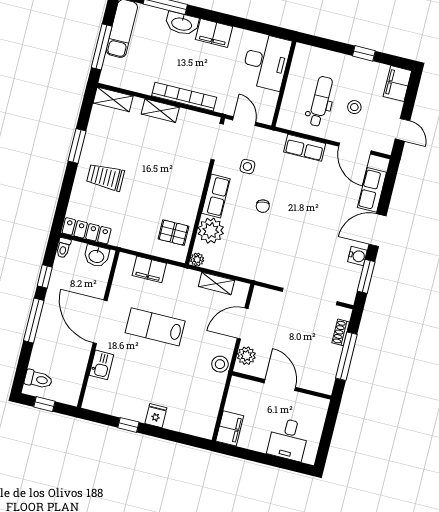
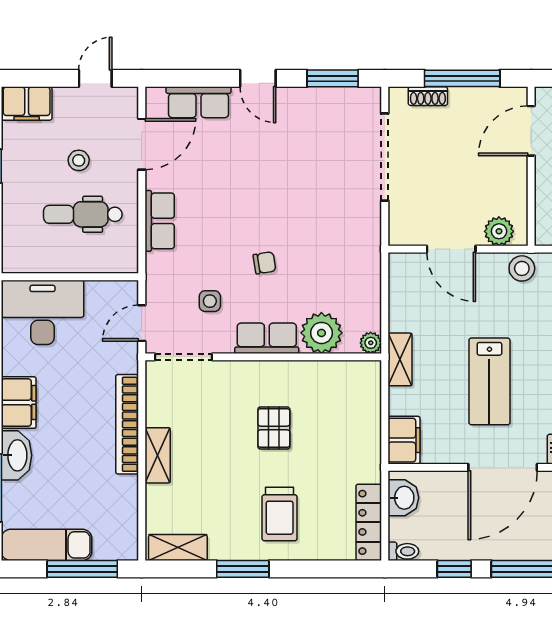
shelving: (113, 99) -> (178, 548), moved, turned 90
door: (378, 230) -> (258, 78), width x0.73
pallet: (174, 233) -> (274, 428), moved
water cooler: (357, 256) -> (305, 99), removed
filing cabinet: (149, 269) -> (404, 440), moved
shelving: (216, 283) -> (400, 359), moved
door: (280, 385) -> (531, 131), moved

